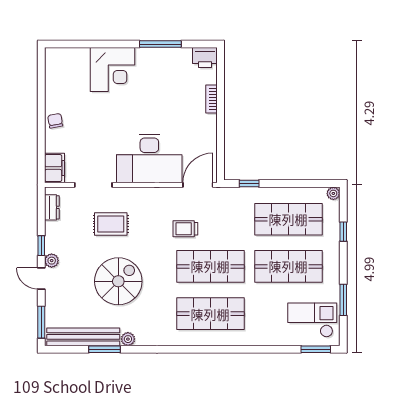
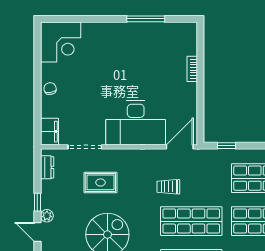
printer: (205, 58) -> (186, 31), removed
corner desk: (113, 69) -> (61, 42), moved

